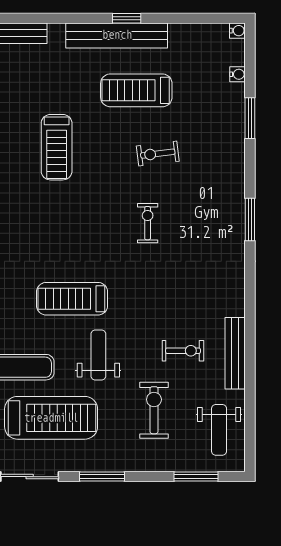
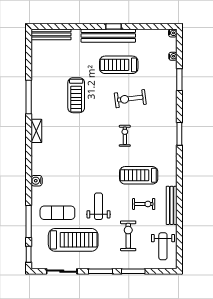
exercise bike: (158, 154) -> (130, 99), width x1.38, depth x1.39
treadmill: (72, 299) -> (139, 175), moved
window: (196, 477) -> (133, 271), moved

